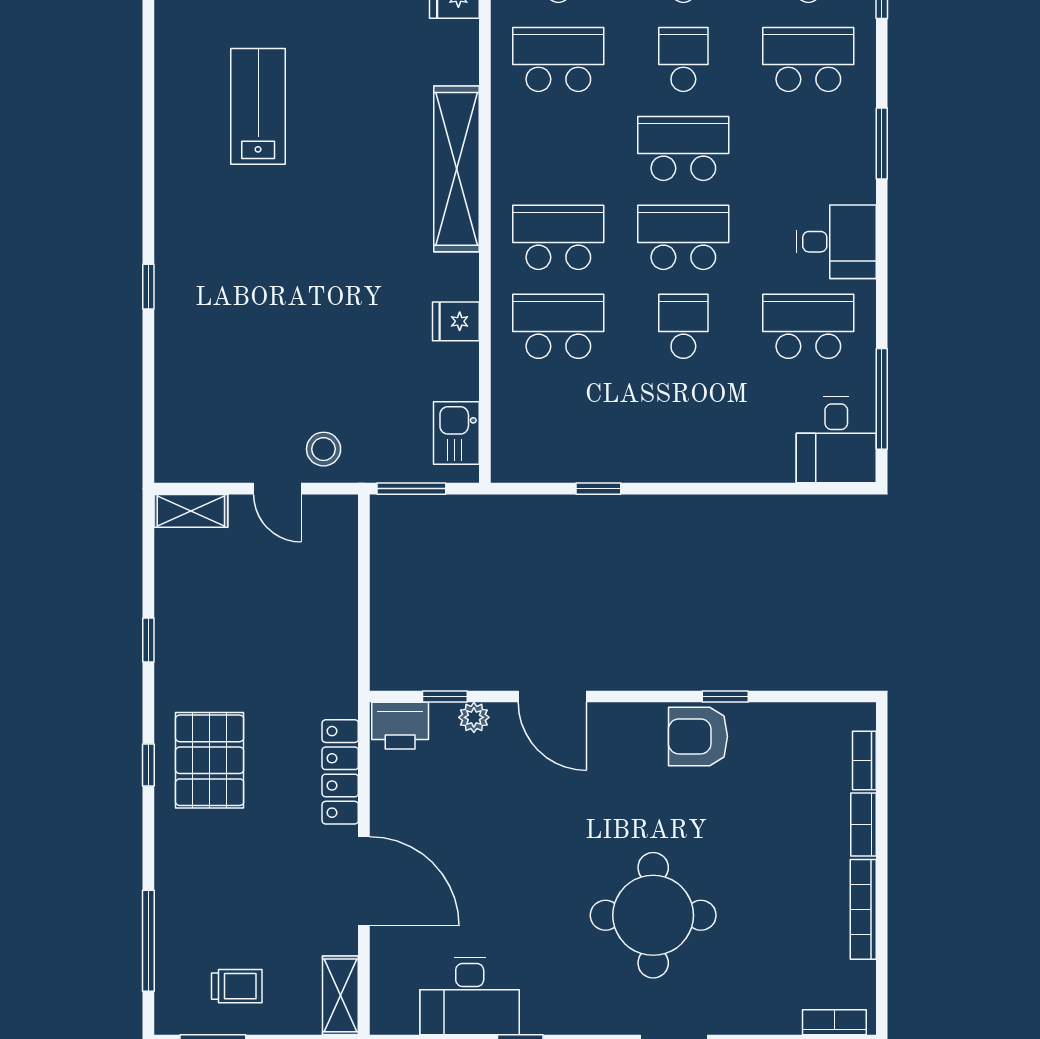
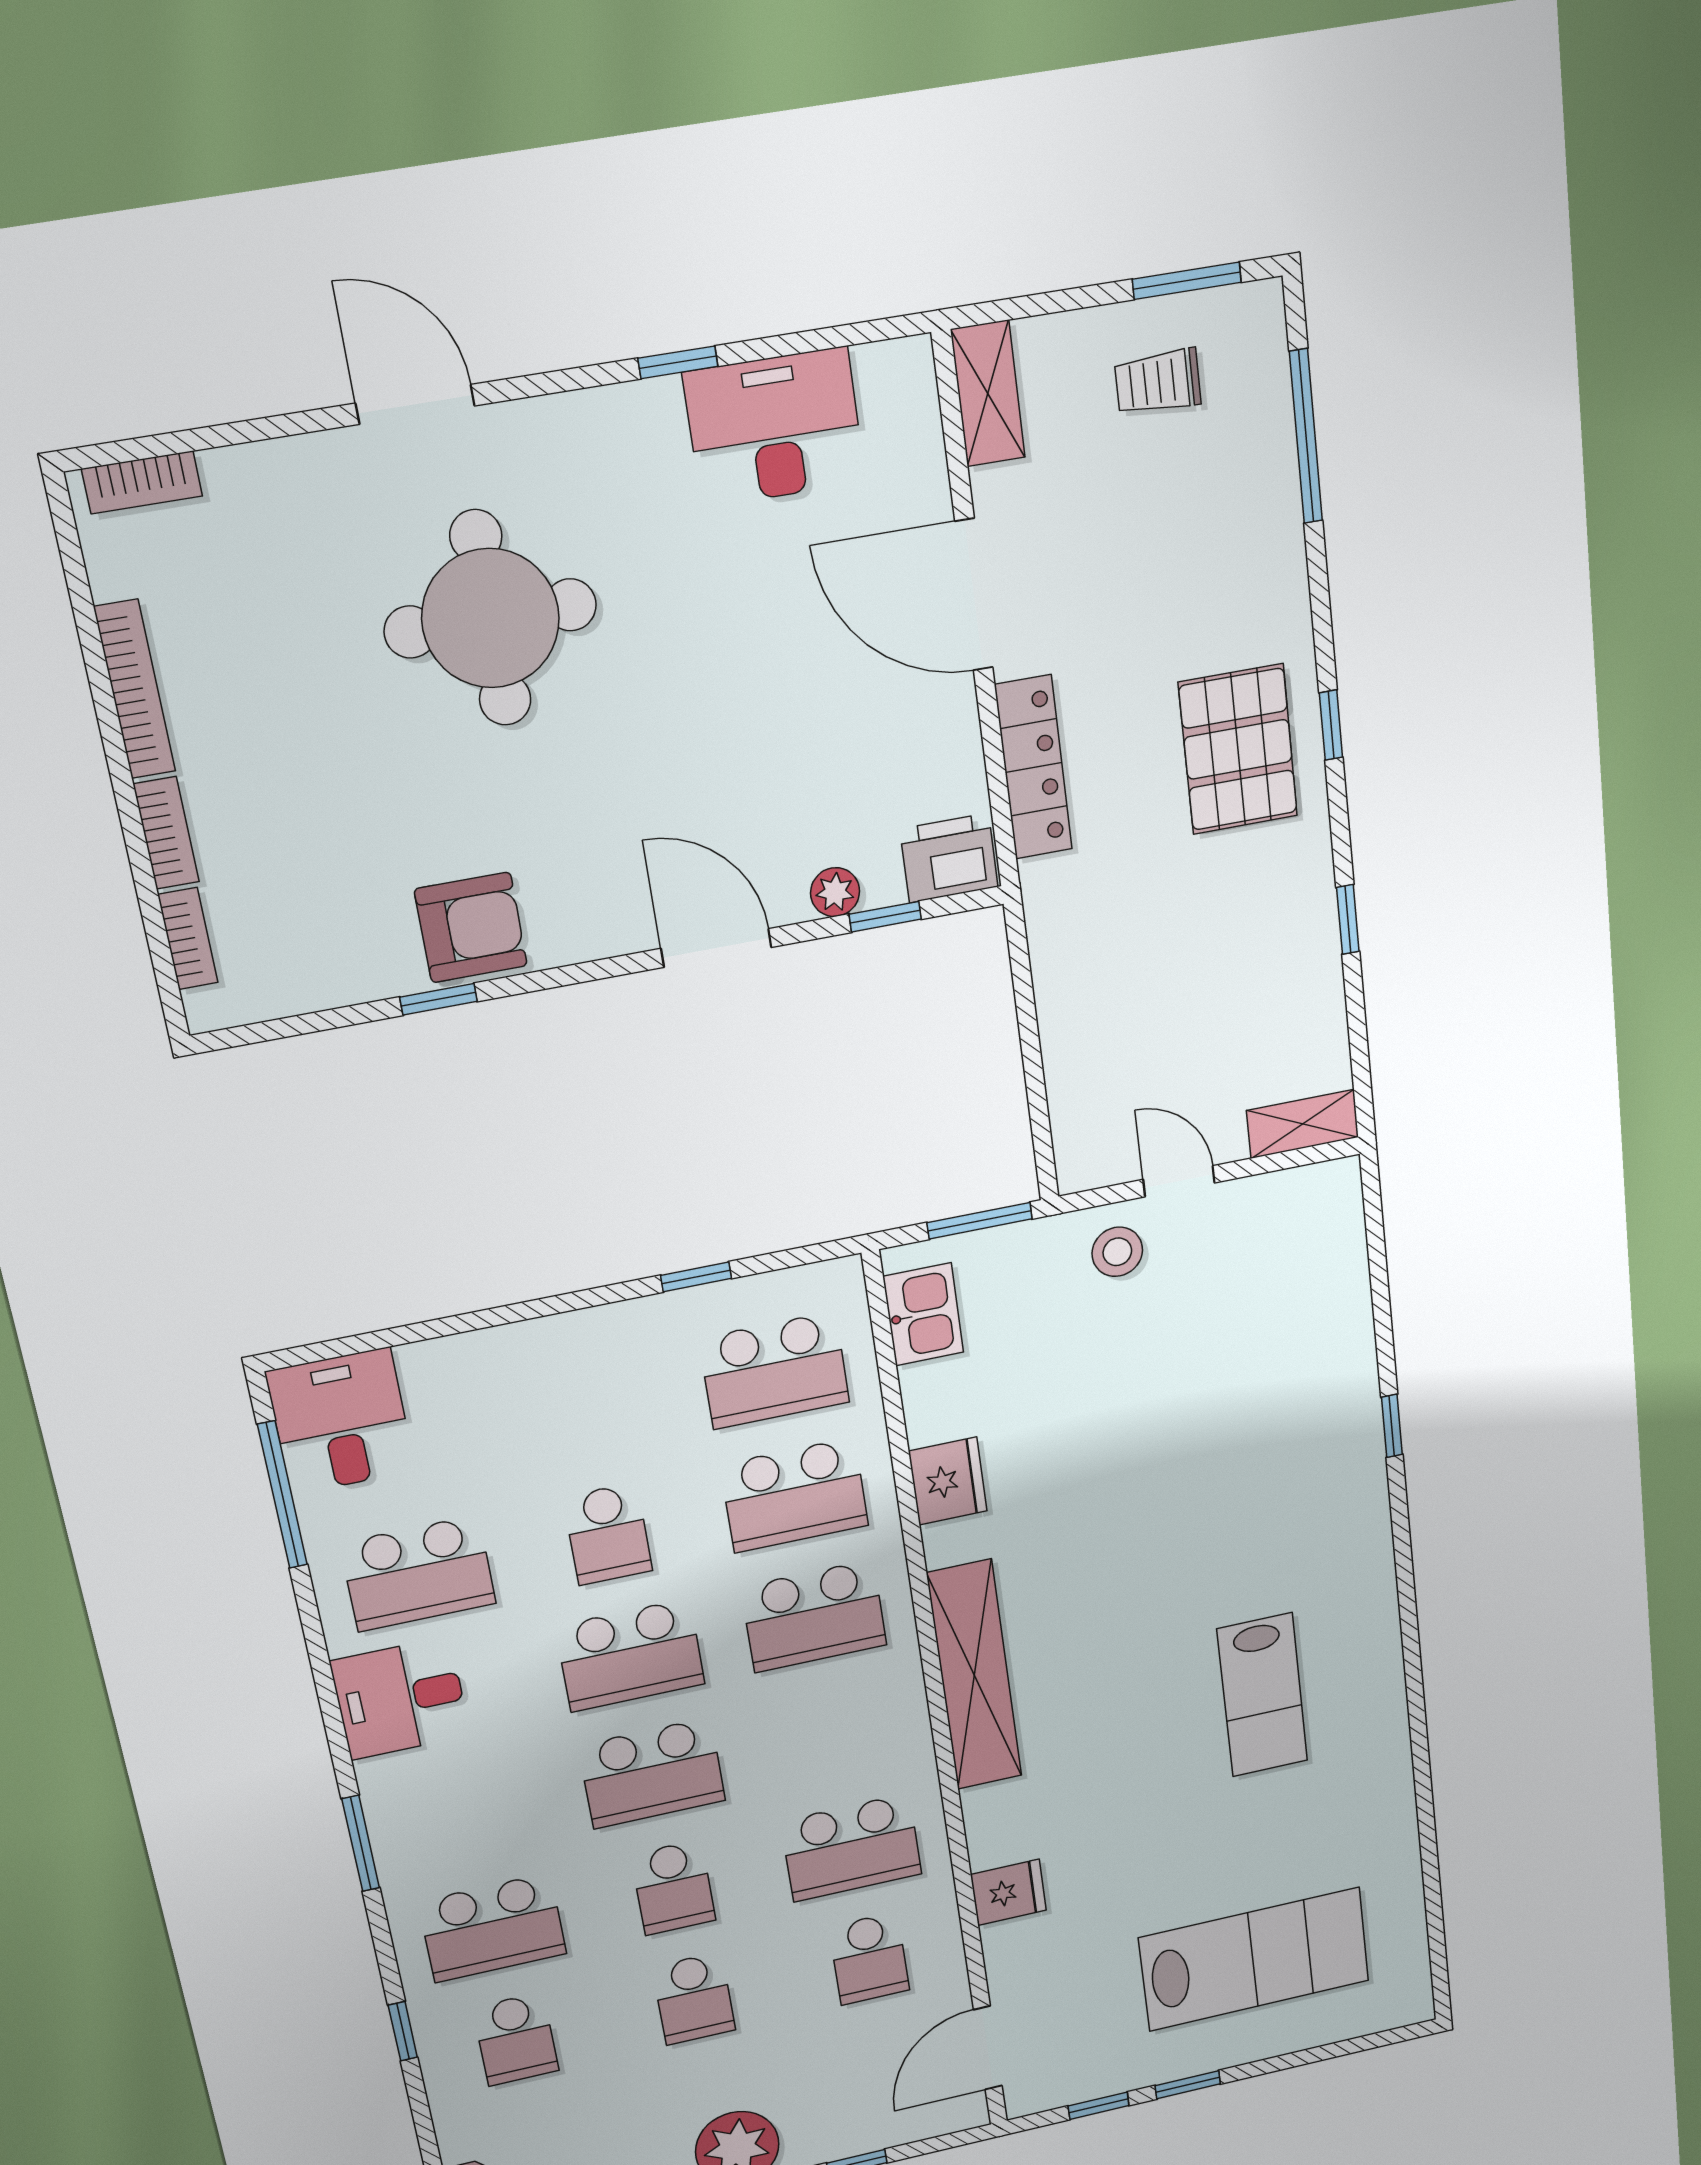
fridge: (456, 321) -> (948, 1481), width x1.38
school desk: (558, 415) -> (774, 1370), added

